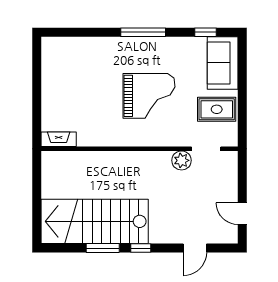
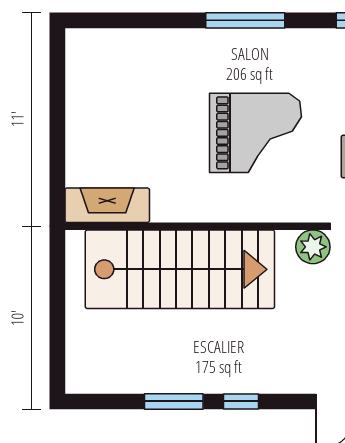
fireplace: (59, 139) -> (107, 205), width x1.37, depth x1.32
stairs: (95, 221) -> (180, 269), moved, turned 180

